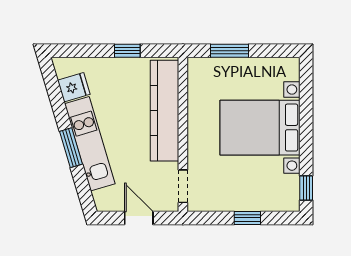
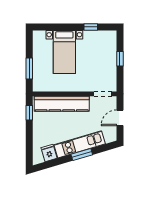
window: (127, 51) -> (29, 113), moved
bed with nightstands: (260, 128) -> (64, 52), width x0.73
window: (306, 188) -> (91, 27), moved

